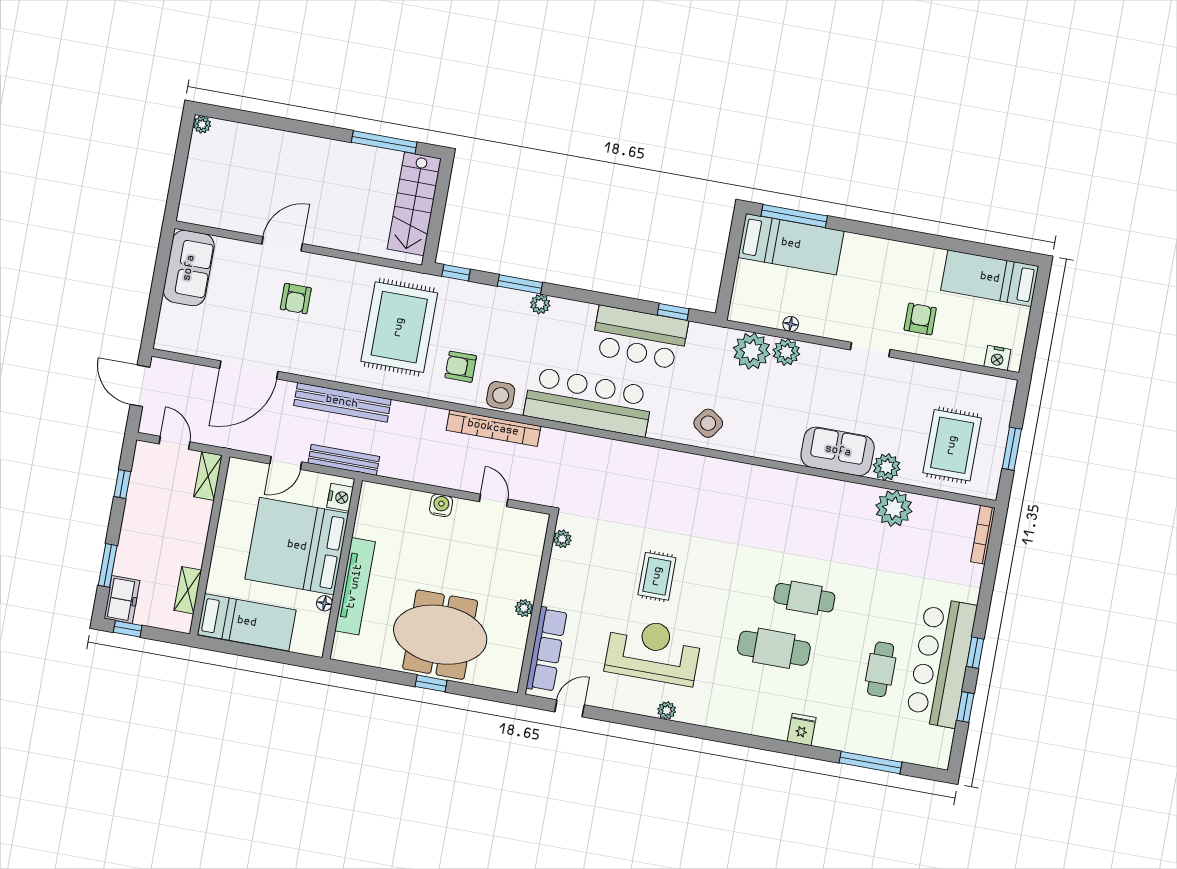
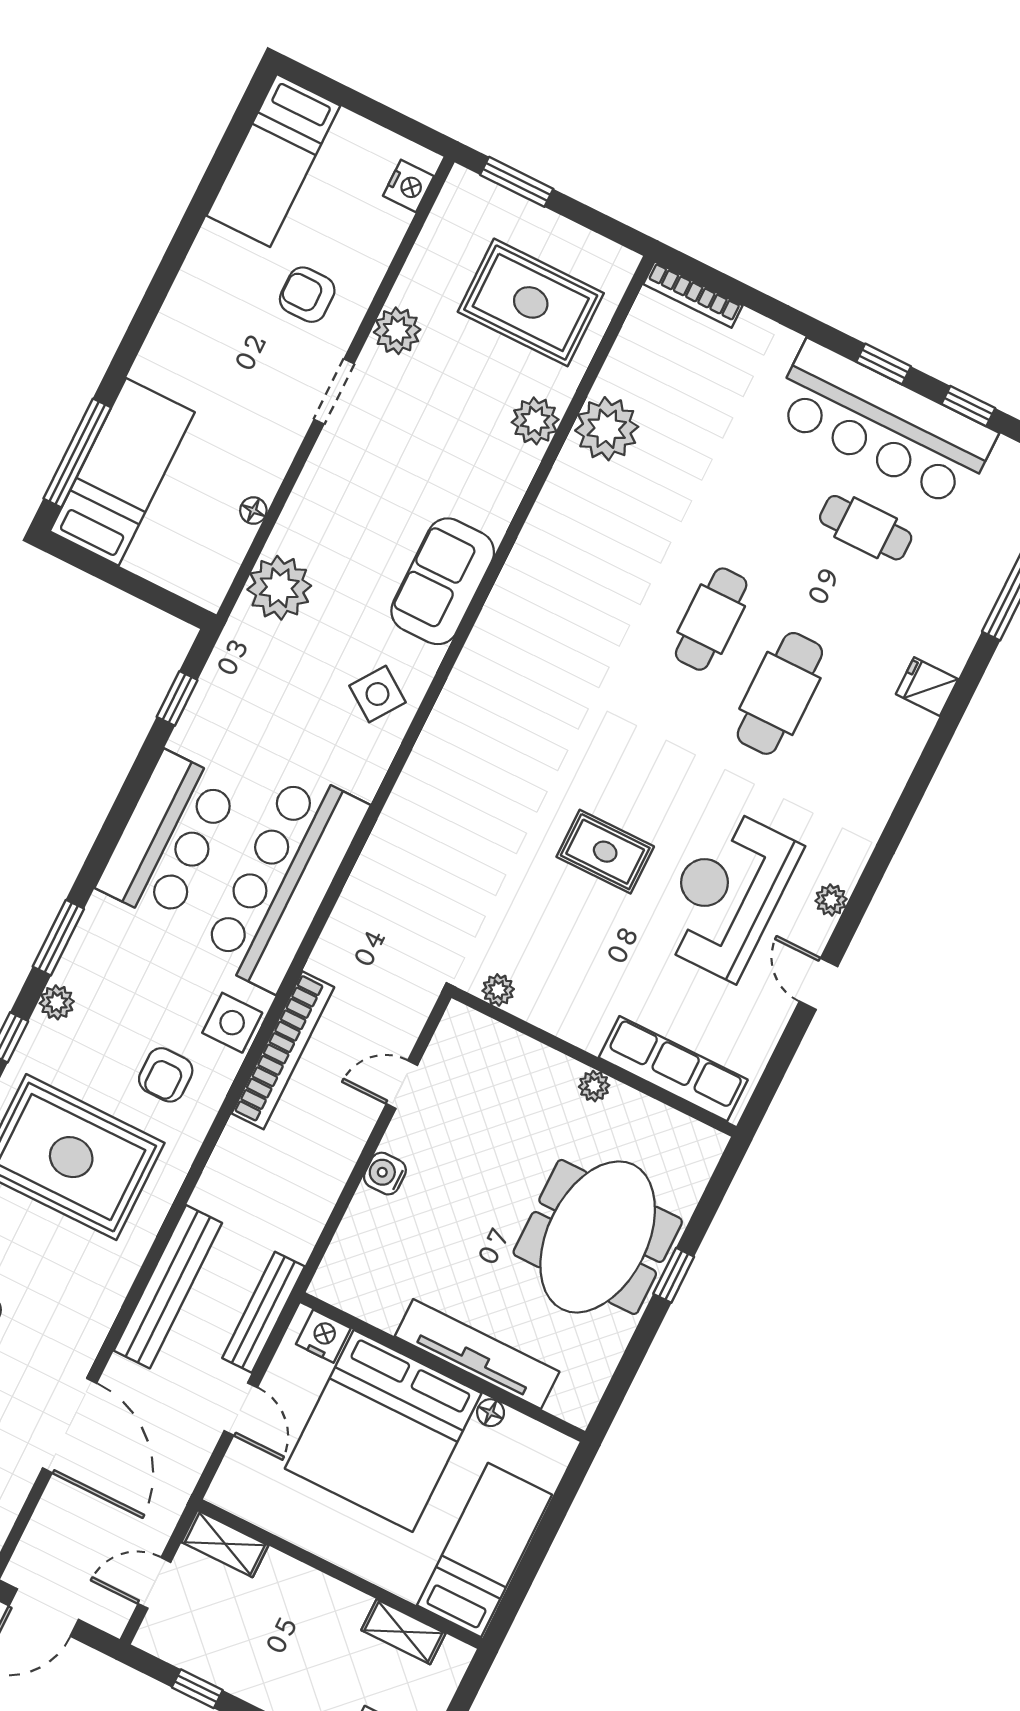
plant: (540, 304) -> (57, 1002), moved
bar counter: (640, 337) -> (168, 837), moved
plant: (786, 352) -> (397, 331), moved
window: (1012, 449) -> (517, 182), moved
sofa: (838, 451) -> (443, 581), moved
door: (570, 708) -> (818, 984), moved

